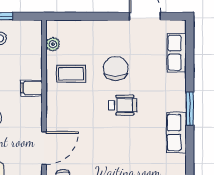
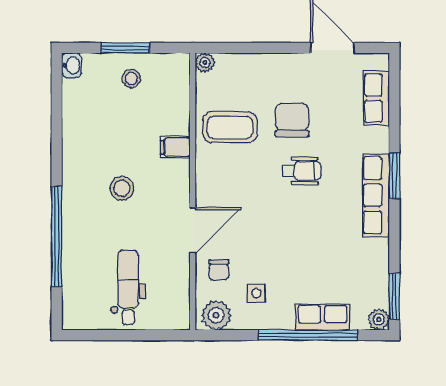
plant: (53, 44) -> (205, 63), moved
coffee table: (71, 74) -> (230, 127), width x1.36, depth x1.30
row of seats: (176, 133) -> (376, 195), width x1.48

